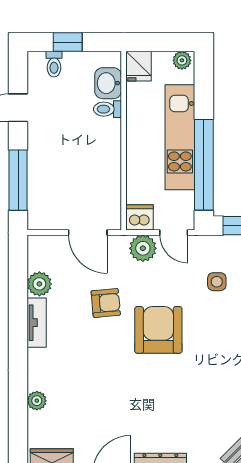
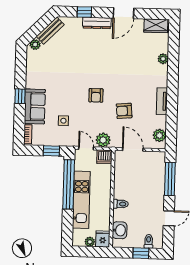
plant: (182, 60) -> (90, 242), moved
toilet: (107, 109) -> (121, 204), moved
plant: (39, 284) -> (159, 135), moved
armchair: (158, 330) -> (96, 95), width x0.53, depth x0.53

